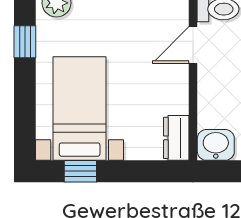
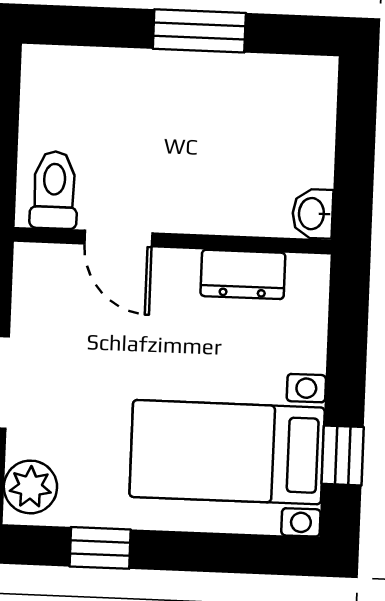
dresser: (176, 138) -> (243, 274), moved
washbasin: (216, 145) -> (313, 214), width x0.72, depth x0.69

